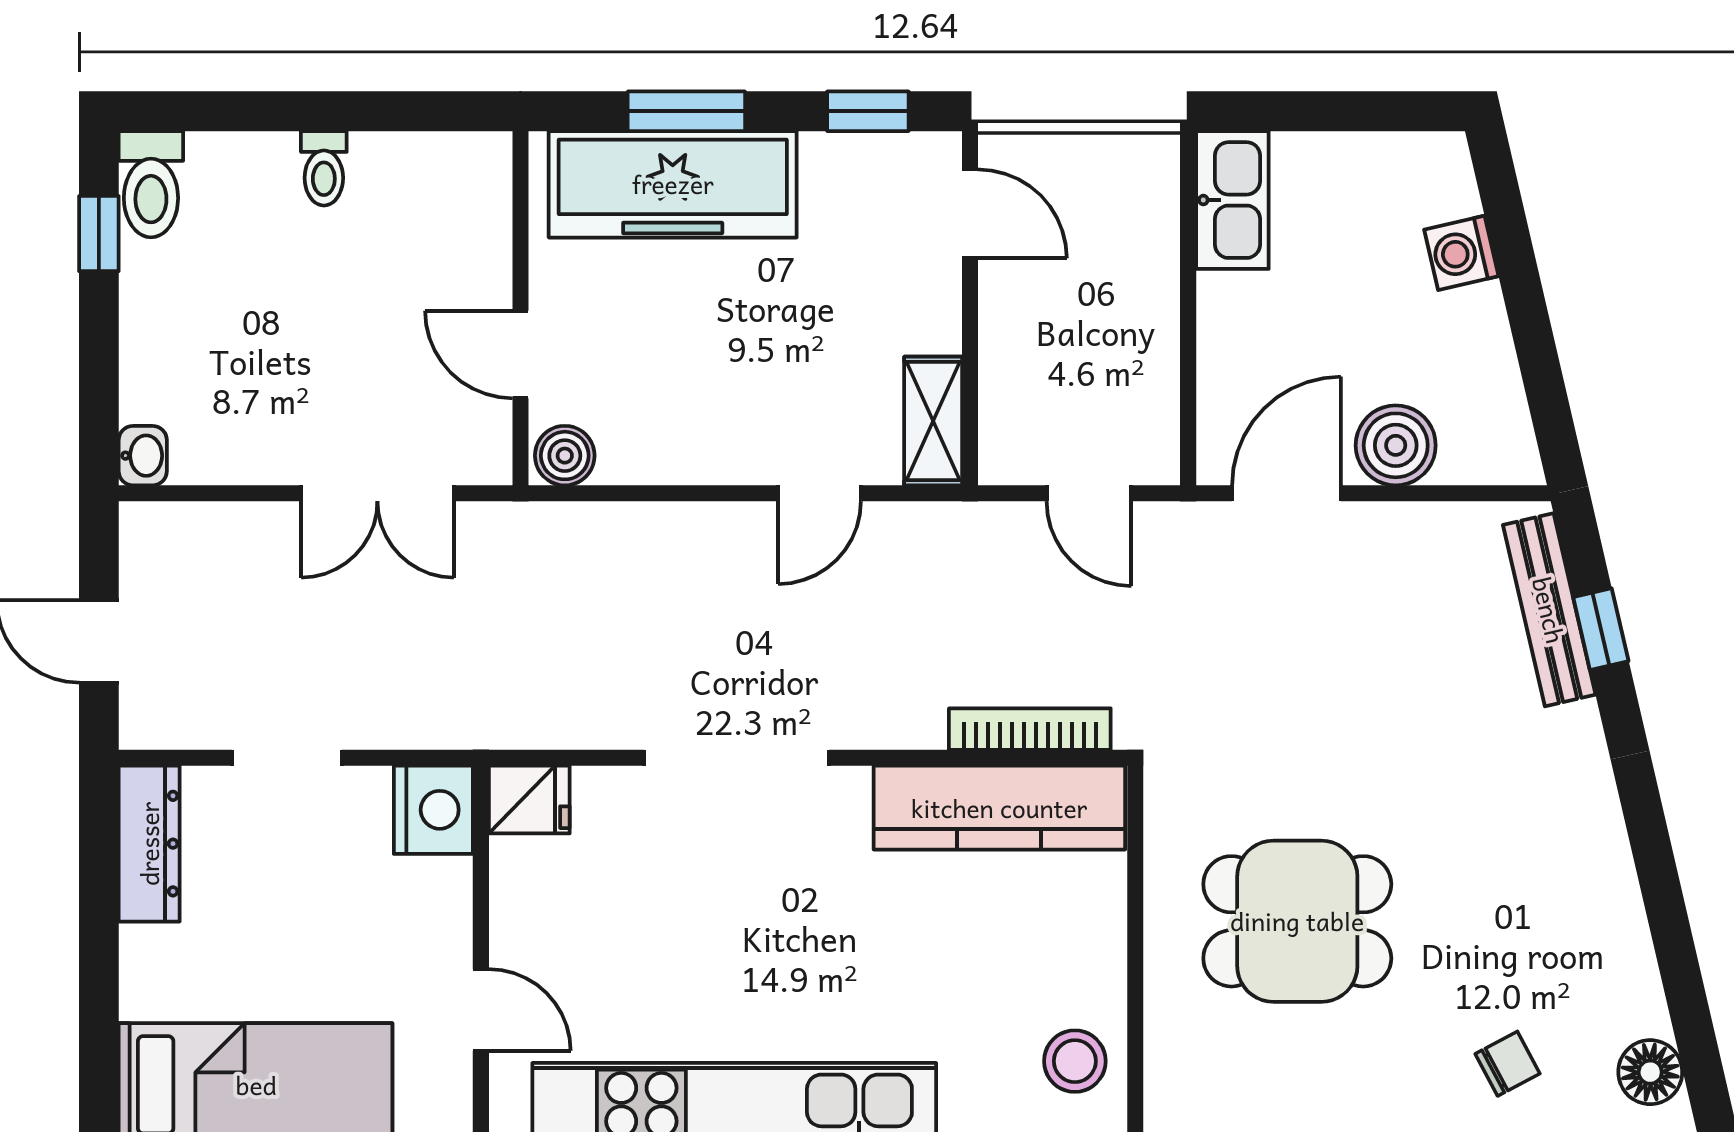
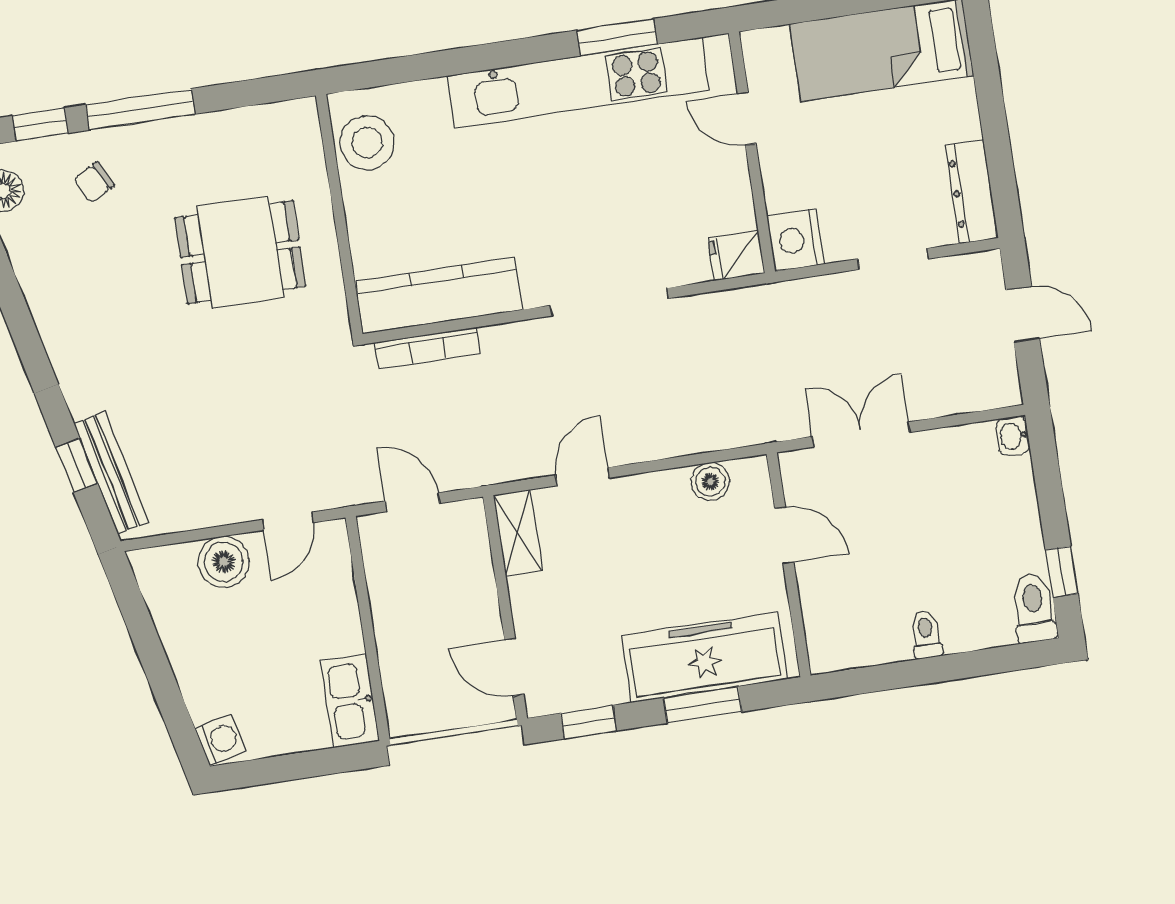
washing machine: (1461, 253) -> (221, 740), moved
boiler: (565, 456) -> (710, 482), moved
door: (1286, 493) -> (288, 521), width x0.73
stool: (1075, 1061) -> (367, 143), width x1.38, depth x1.38

